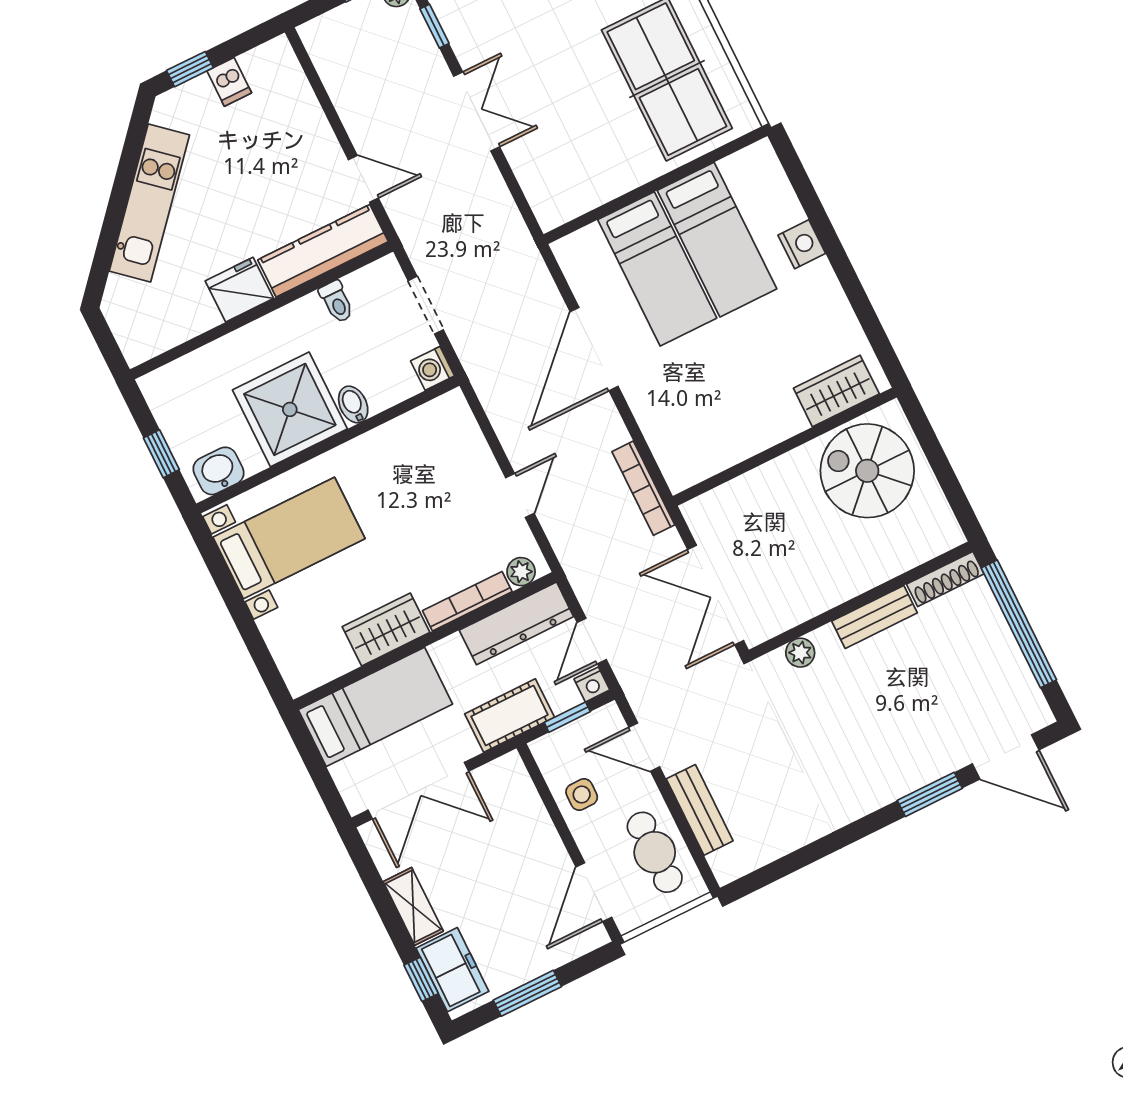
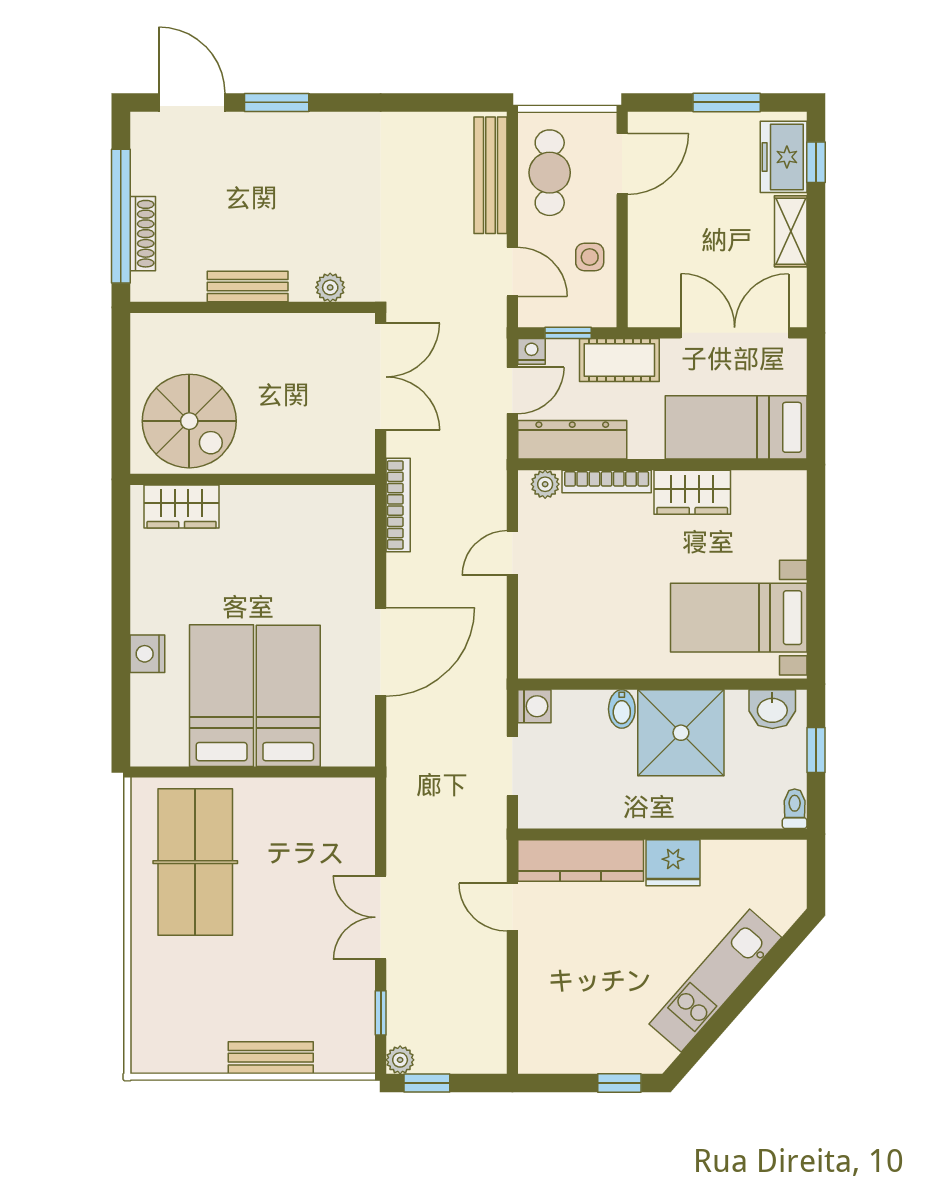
dishwasher: (229, 82) -> (590, 1054), removed
toilet: (337, 302) -> (795, 809), moved
shoe rack: (945, 579) -> (143, 234), moved, turned 90
bench: (700, 810) -> (491, 175), width x1.36

